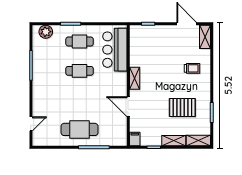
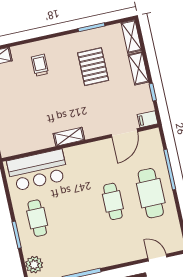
cafe table: (80, 71) -> (113, 201), moved
door: (128, 107) -> (124, 133), moved

